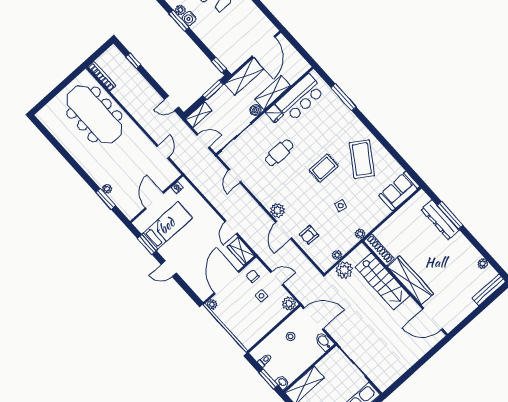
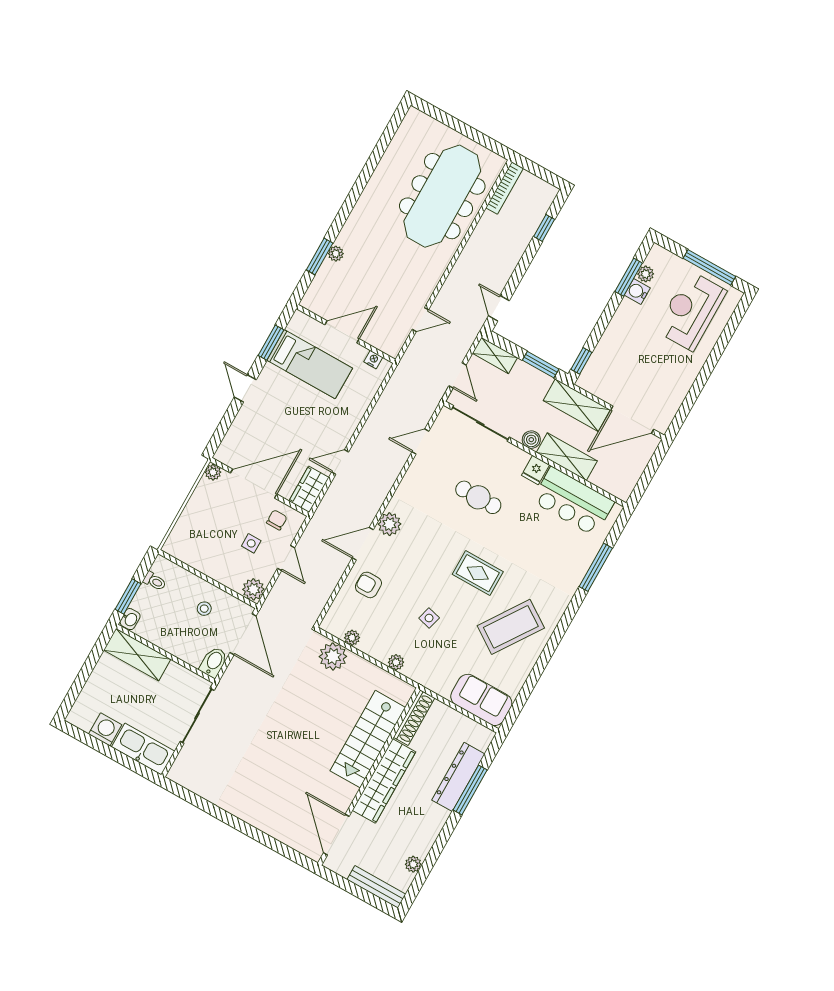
shoe rack: (379, 250) -> (414, 718), moved
wardrobe: (410, 280) -> (384, 781), moved
stairs: (382, 282) -> (368, 739), moved
wall: (405, 288) -> (369, 776), moved
door: (433, 319) -> (336, 835), moved

